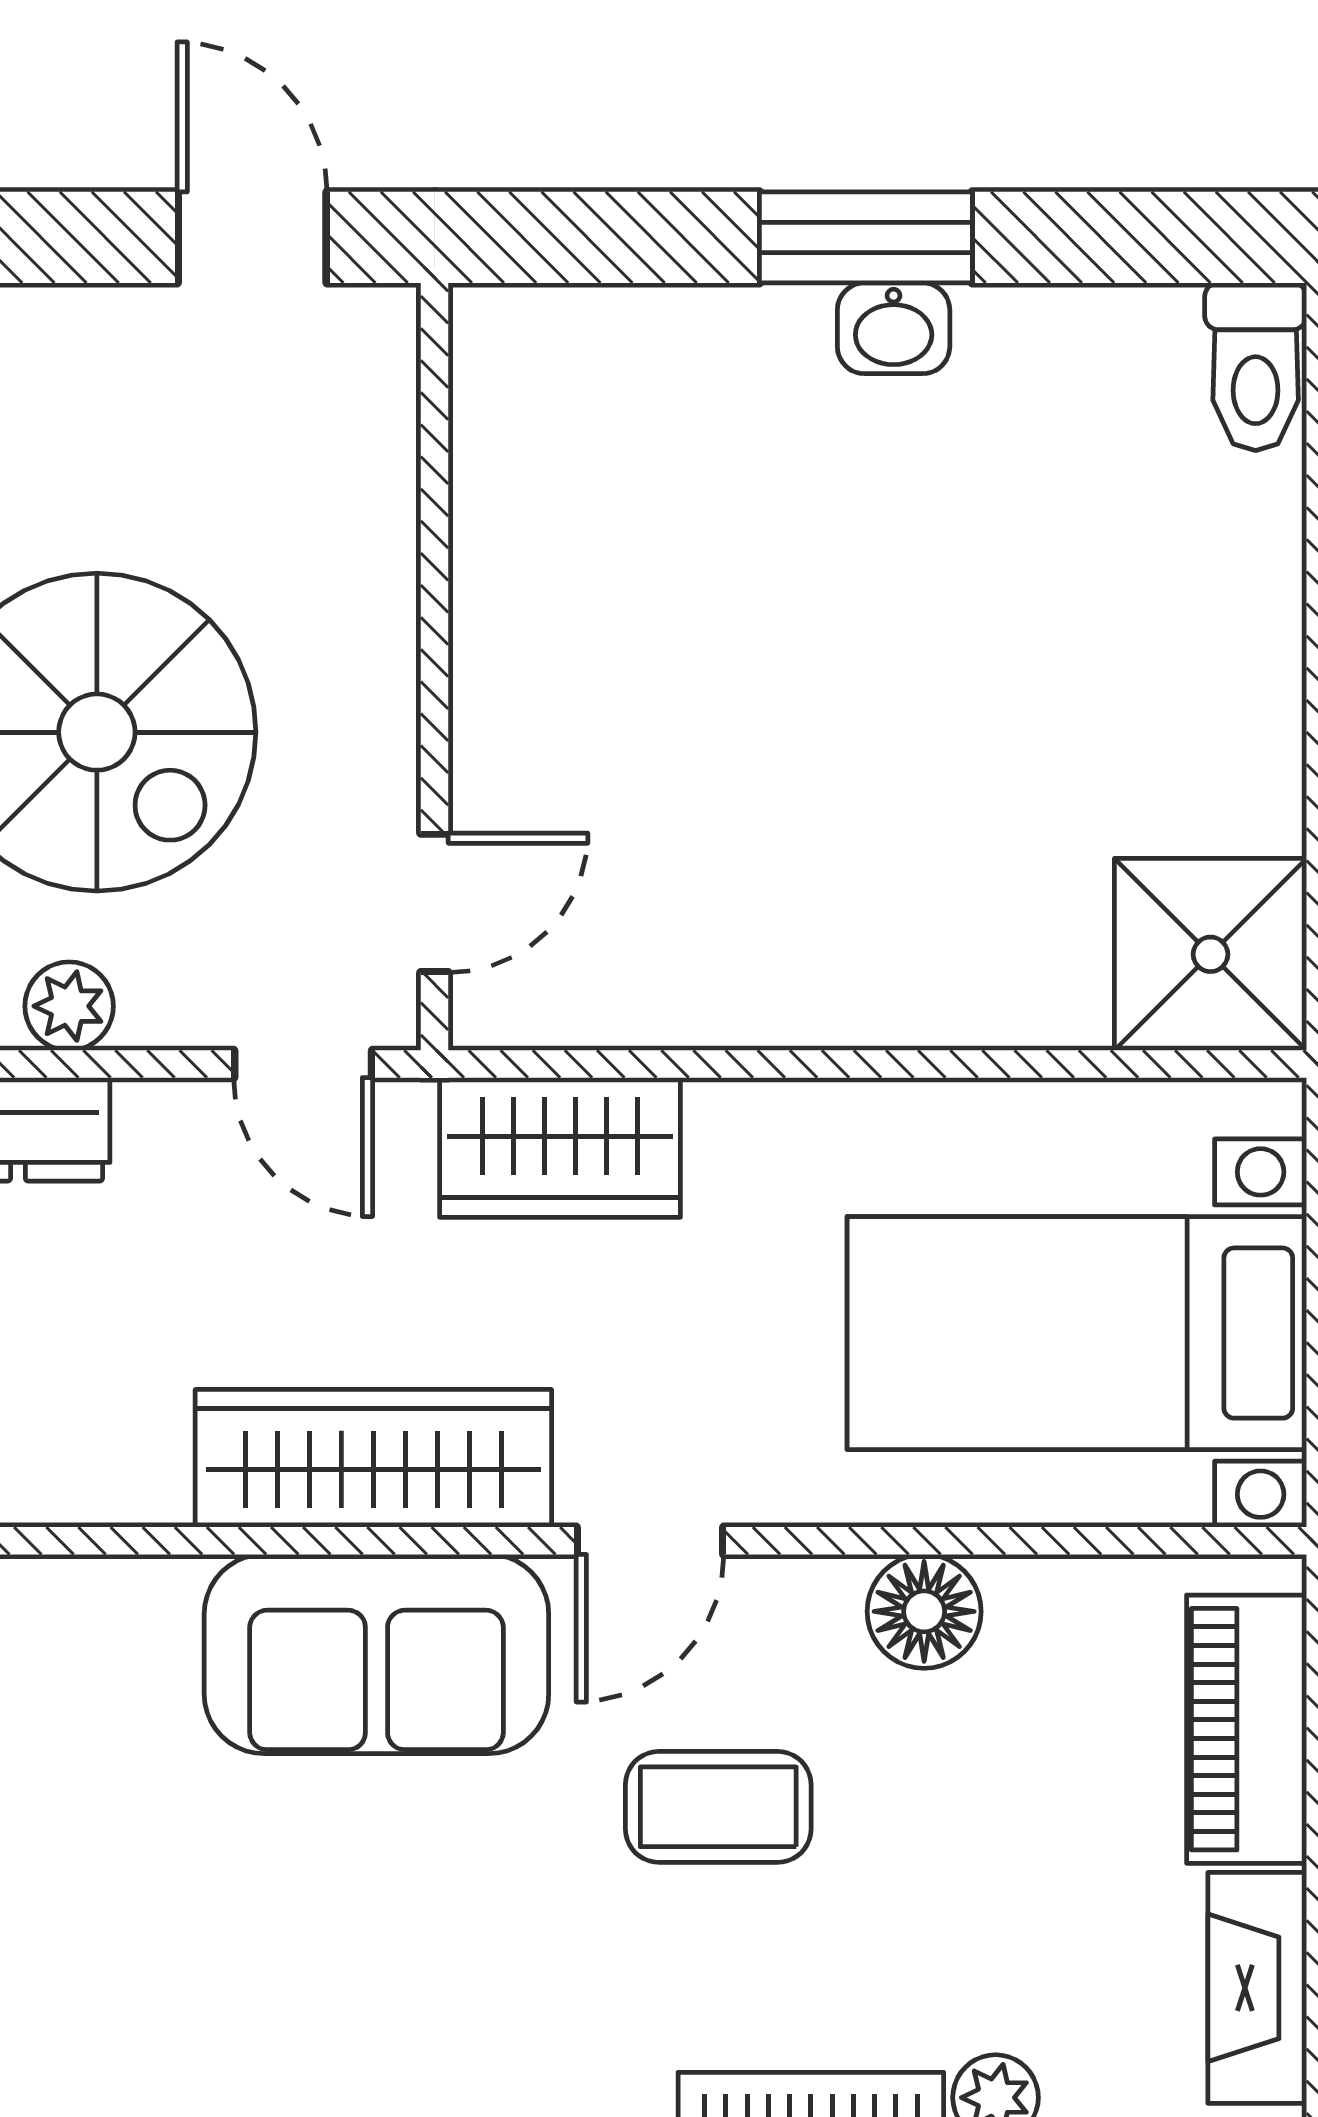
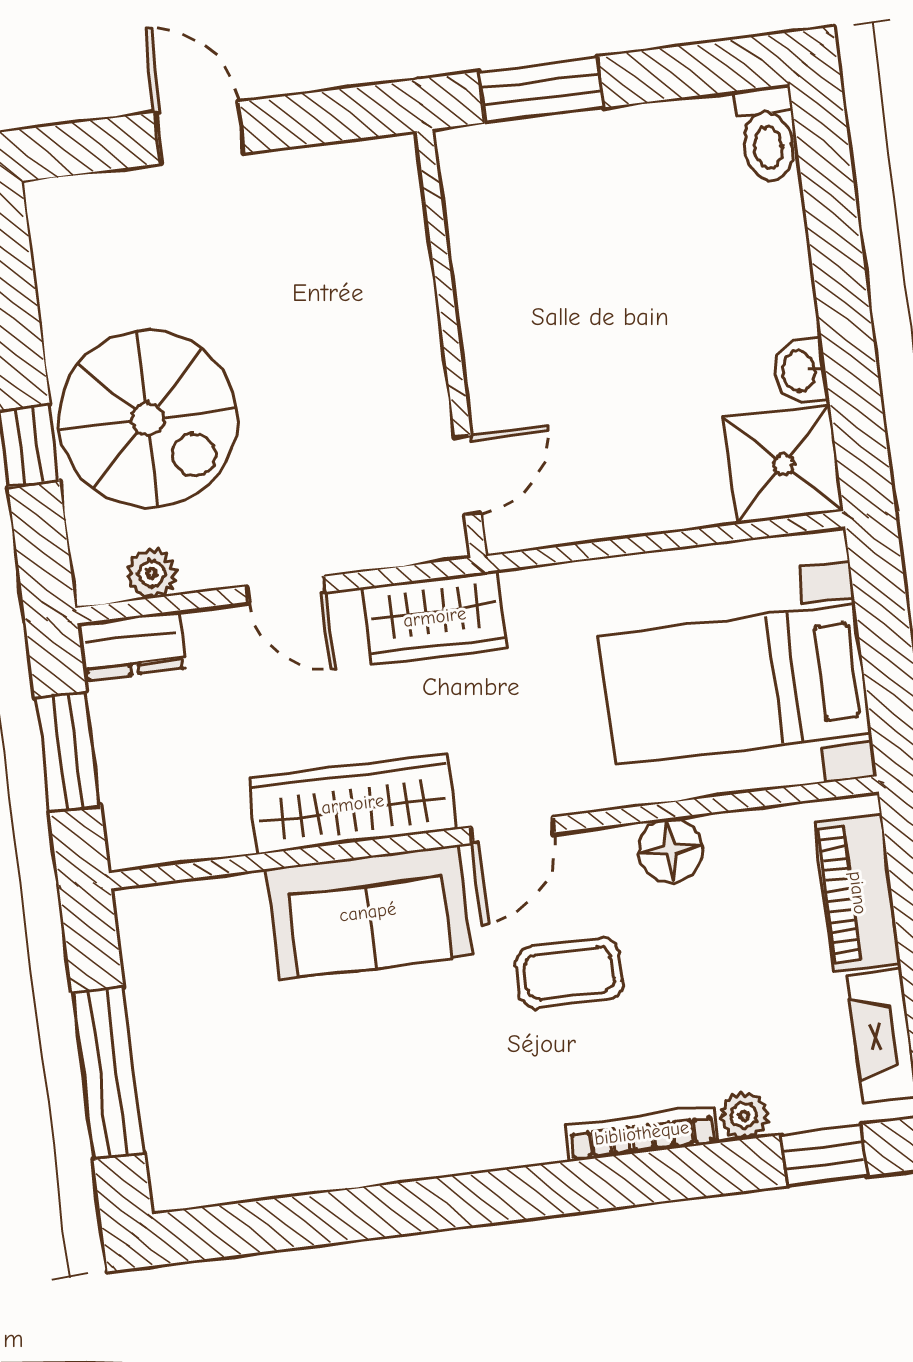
washbasin: (894, 328) -> (800, 371), moved, turned 90
wall: (435, 667) -> (451, 344), moved
door: (435, 903) -> (468, 475), moved

